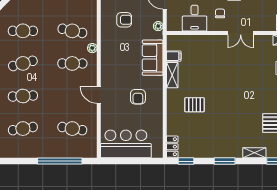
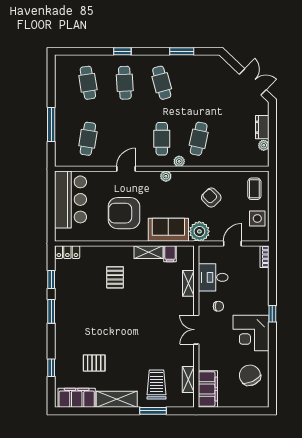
armchair: (124, 20) -> (211, 198), turned 136
plant: (158, 26) -> (199, 231), width x1.87, depth x1.87
cafe table: (23, 31) -> (199, 83), removed
plant: (105, 60) -> (166, 176), added
armchair: (138, 97) -> (124, 213), width x1.88, depth x1.88
shelving: (254, 153) -> (188, 283), moved
window: (60, 161) -> (51, 124), width x0.68
window: (186, 161) -> (51, 280), moved

